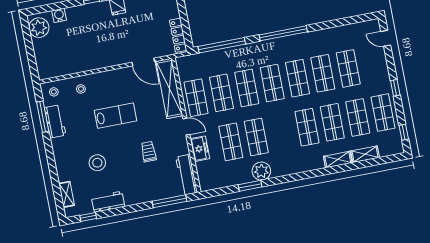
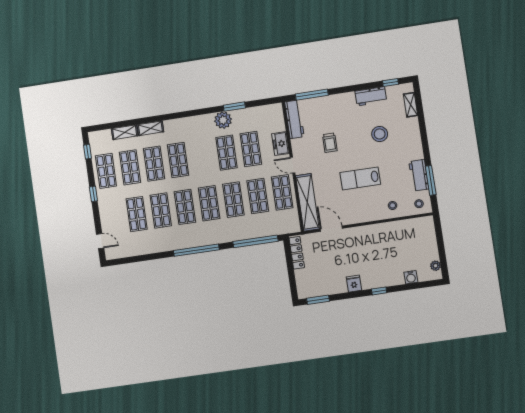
plant: (39, 28) -> (436, 266), width x0.53, depth x0.53

